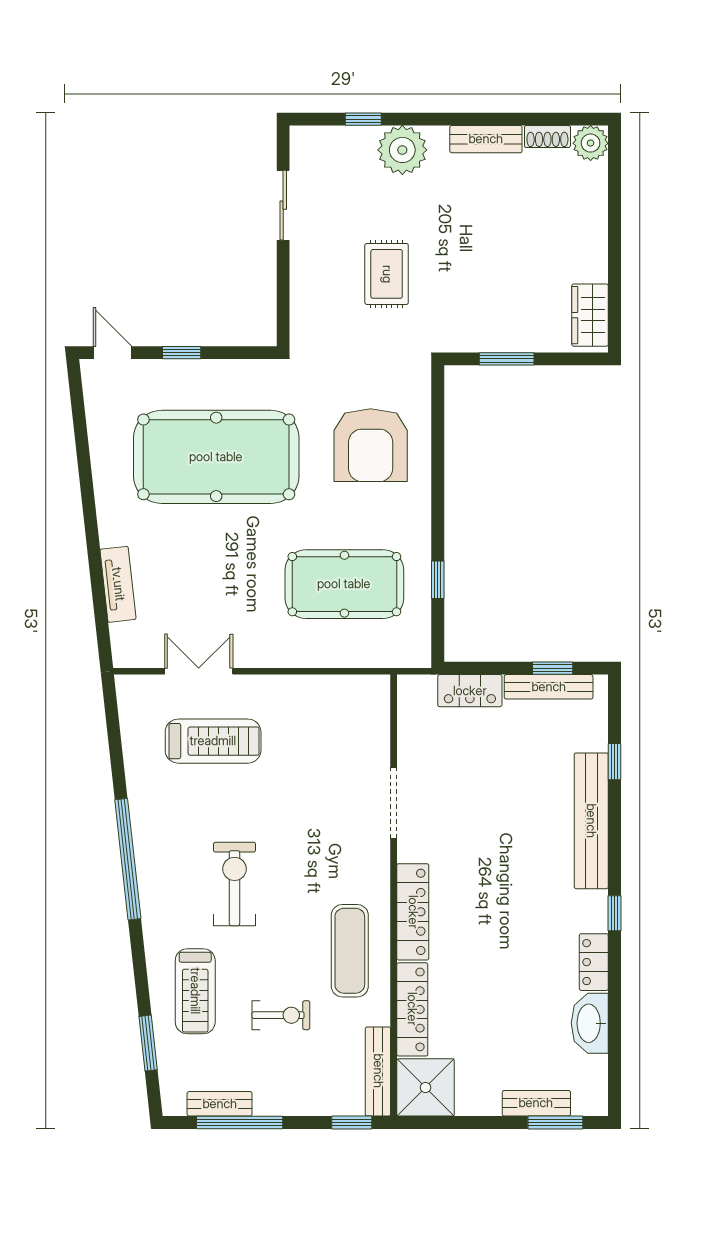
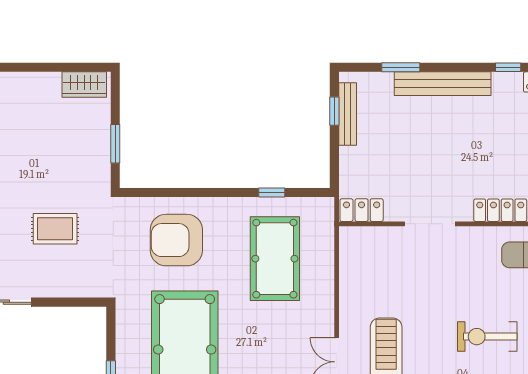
armchair: (371, 445) -> (176, 240), turned 180
locker: (470, 691) -> (362, 210), moved, turned -90
window: (614, 762) -> (401, 67), width x1.50

